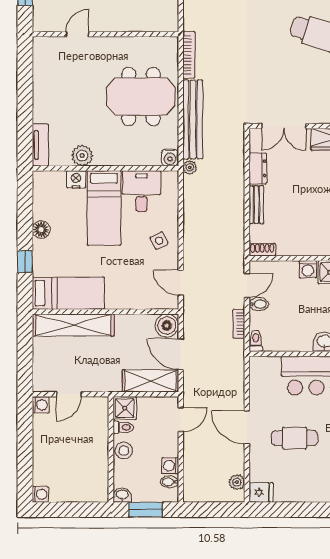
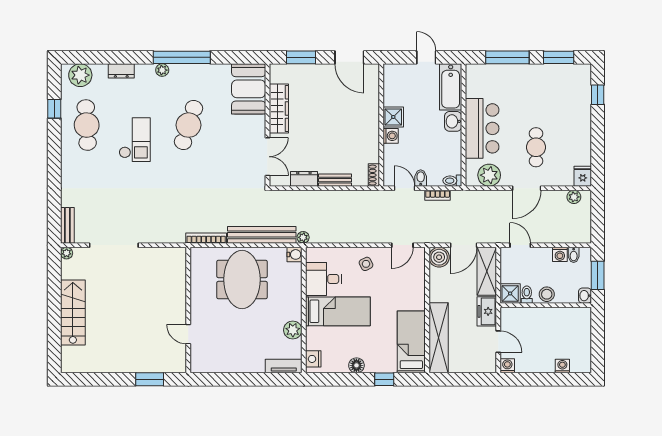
nightstand: (76, 179) -> (313, 359), moved
freezer: (104, 381) -> (487, 311), added
plant: (262, 384) -> (489, 175), added
washing machine: (40, 494) -> (562, 366), moved

